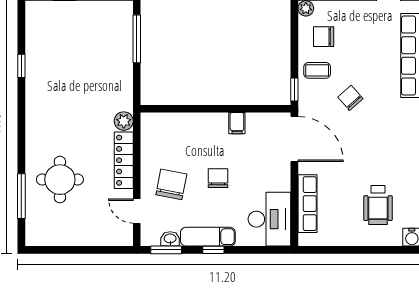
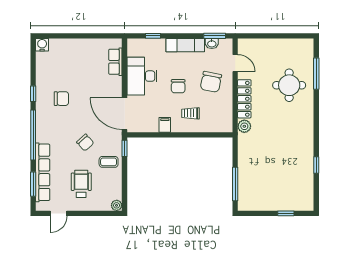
chair: (324, 37) -> (61, 99), moved
trolley: (200, 140) -> (190, 113), added
row of seats: (307, 204) -> (115, 62), width x0.68
wheelchair: (378, 205) -> (81, 184), moved
desk: (269, 219) -> (142, 76), moved
window: (213, 250) -> (153, 36), moved

